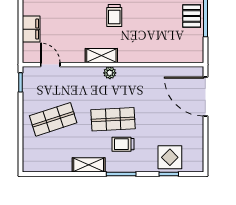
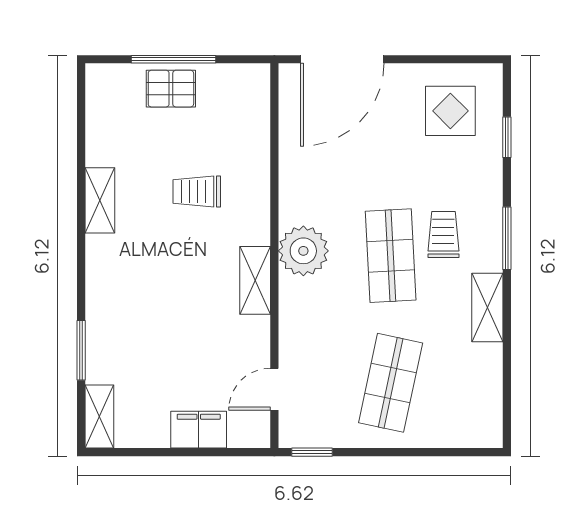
trolley: (114, 15) -> (197, 191), moved, turned 180
plant: (110, 73) -> (303, 251), width x1.88, depth x1.88
shop shelf: (53, 119) -> (391, 383), turned 30
trolley: (123, 144) -> (443, 234), turned 180
display table: (170, 157) -> (450, 111), moved

